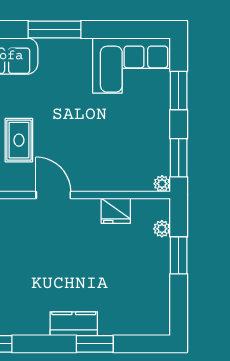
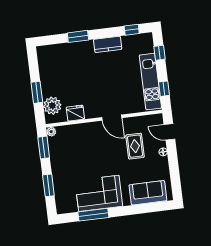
window: (54, 30) -> (93, 215), moved
corner sofa: (132, 66) -> (99, 193), moved
plant: (162, 229) -> (52, 106), width x1.88, depth x1.88
kitchen counter: (74, 324) -> (108, 44), moved

